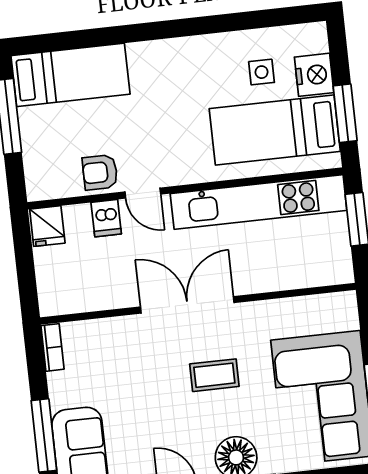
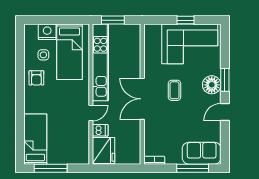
window: (345, 113) -> (66, 20), removed
armchair: (100, 172) -> (36, 78), moved
fridge: (47, 226) -> (104, 150), width x1.88, depth x1.34

